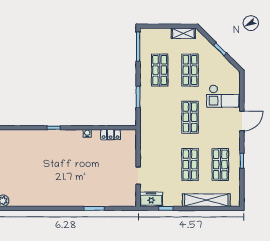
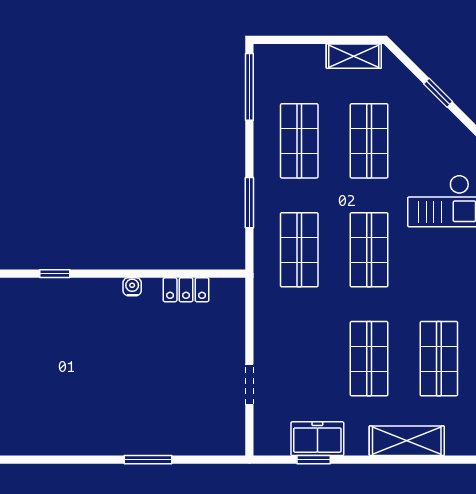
shop shelf: (160, 117) -> (299, 250), added
freezer: (151, 199) -> (317, 439), moved
shelving: (206, 200) -> (407, 441), width x0.68

